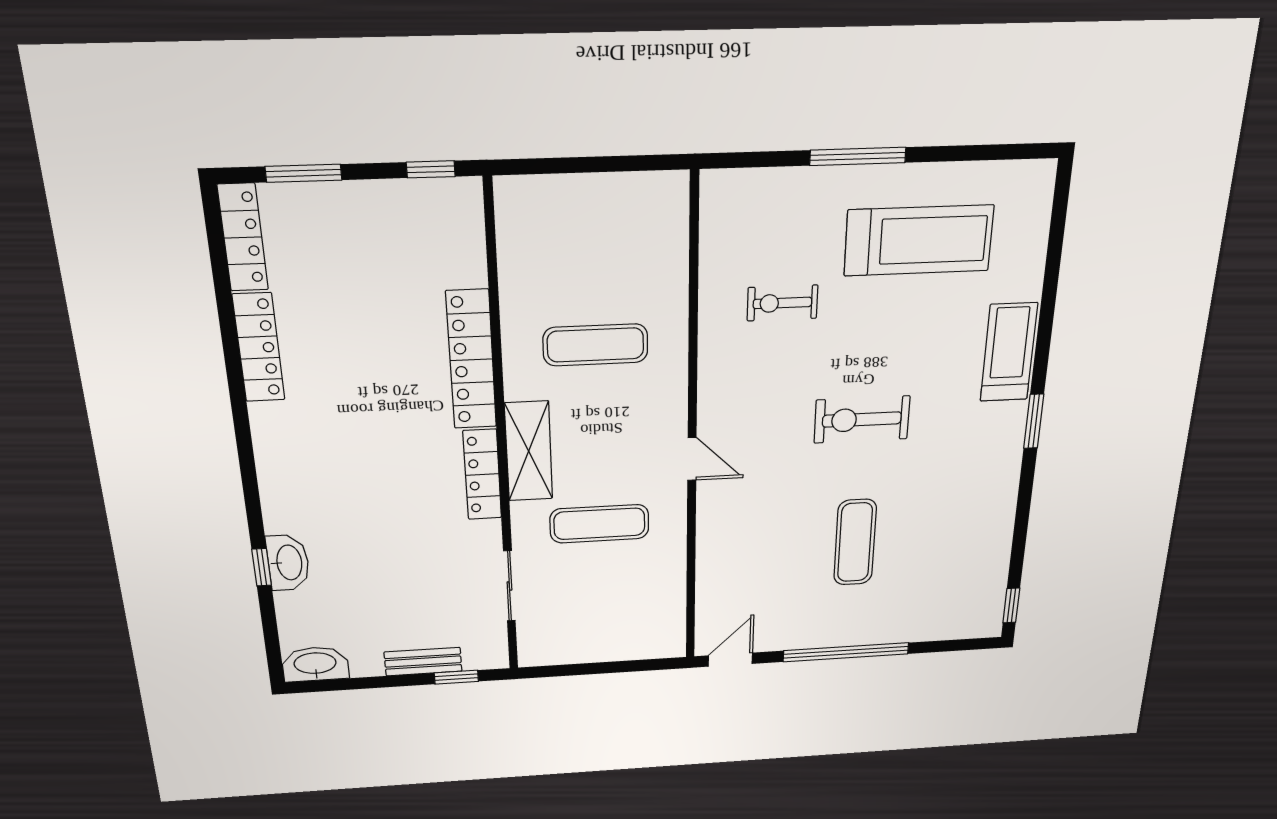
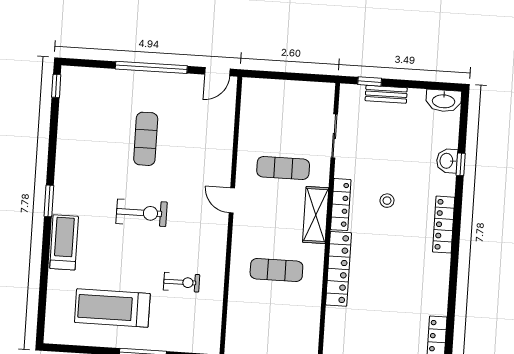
locker: (259, 348) -> (444, 225), moved
treadmill: (1009, 352) -> (64, 242), turned 180
stool: (393, 491) -> (387, 201), added
washbasin: (288, 563) -> (447, 161), width x0.72

